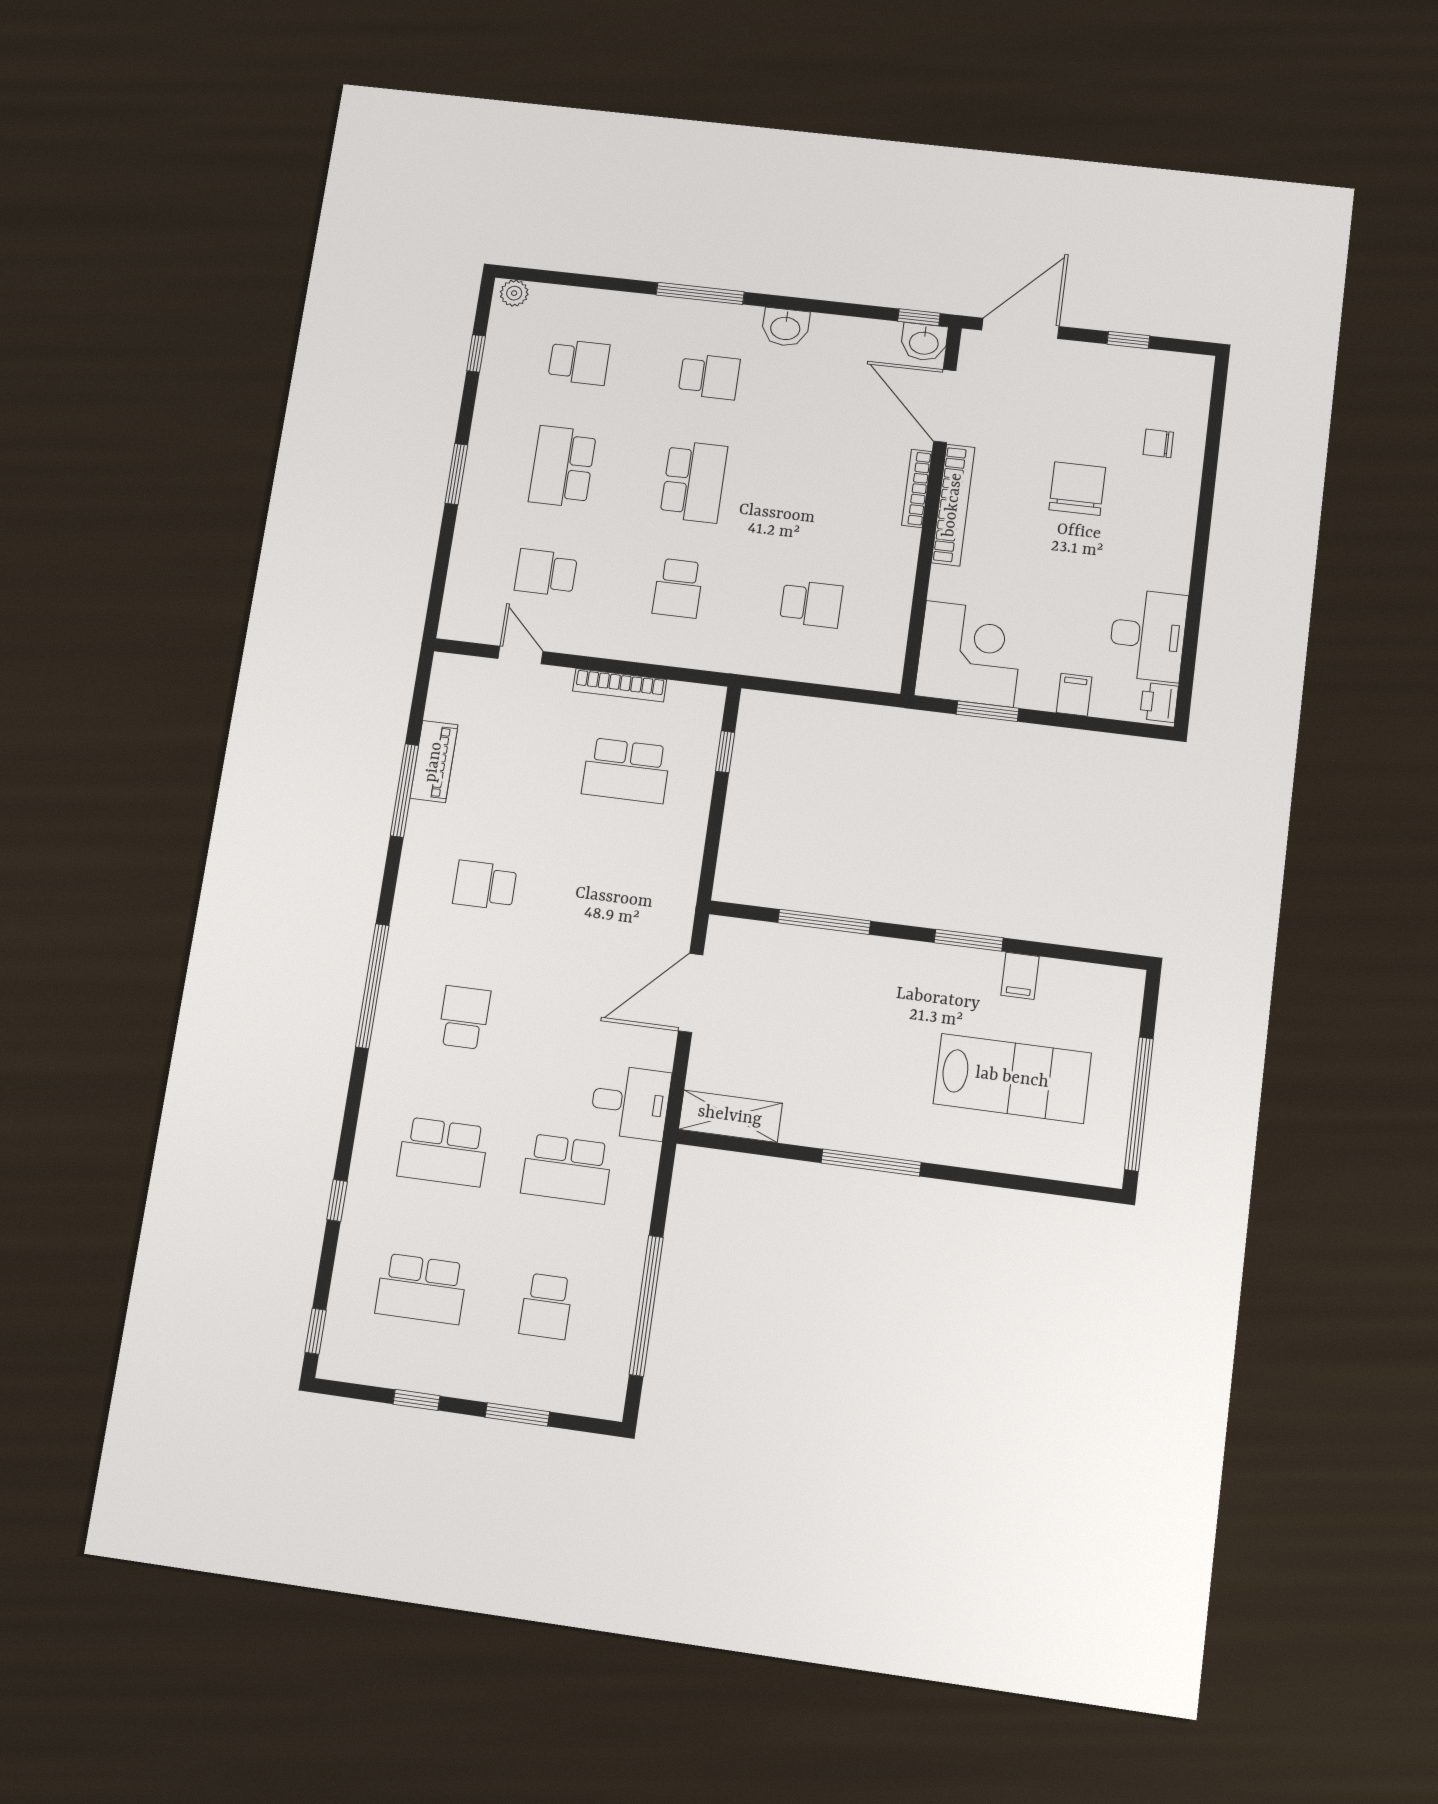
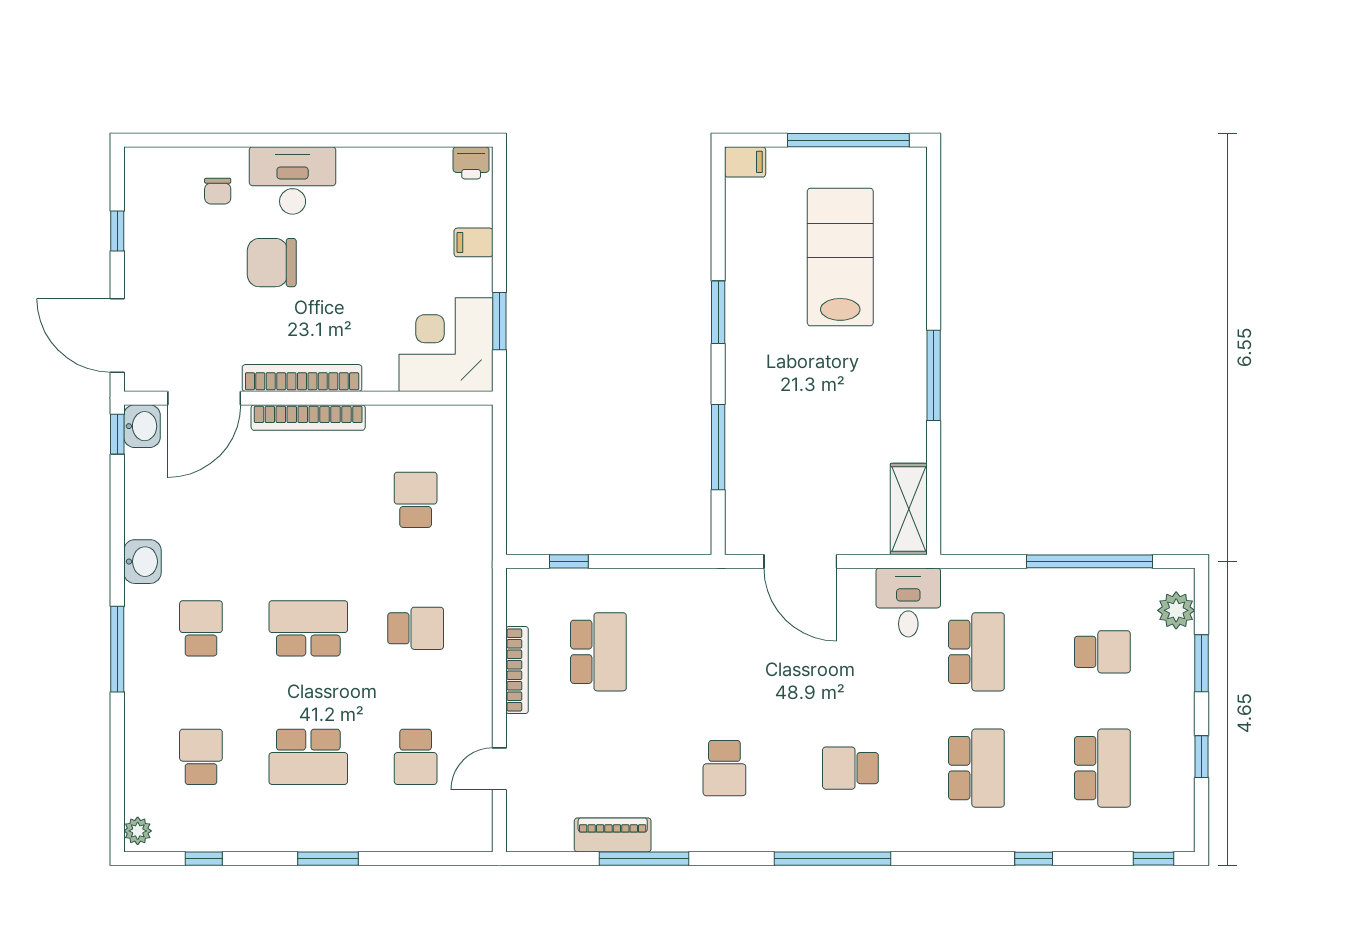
bookcase: (917, 488) -> (308, 418), width x1.48, depth x1.31
desk: (1148, 635) -> (293, 180), moved
filing cabinet: (1020, 976) -> (745, 162), moved
plant: (579, 1394) -> (1176, 610), added

